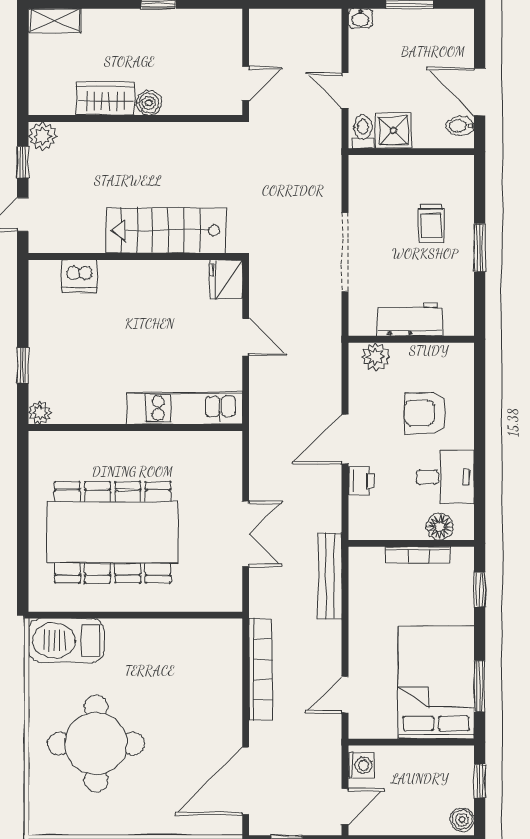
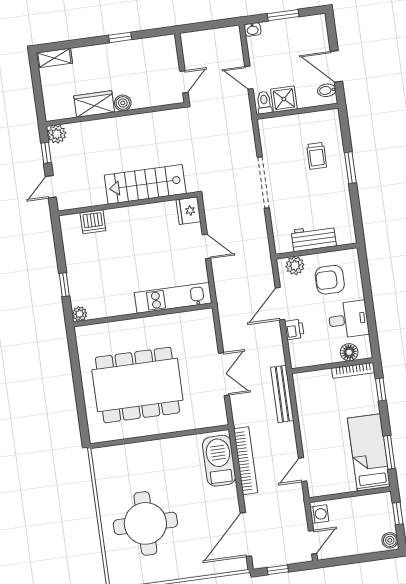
workbench: (410, 319) -> (314, 238), moved
wall: (411, 339) -> (316, 251), moved
plant: (376, 357) -> (295, 266), moved
bookcase: (418, 555) -> (353, 370), moved
barbecue: (66, 640) -> (219, 461), moved, turned 90
bed: (436, 682) -> (369, 452), width x0.67

